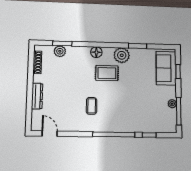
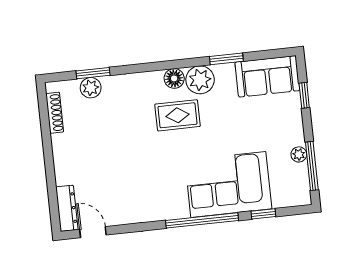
floor lamp: (96, 52) -> (174, 78), moved
sofa: (166, 68) -> (267, 76), moved, turned -90
dresser: (37, 96) -> (67, 208), moved
coffee table: (92, 106) -> (158, 176), removed
corner sofa: (131, 116) -> (228, 184), added

